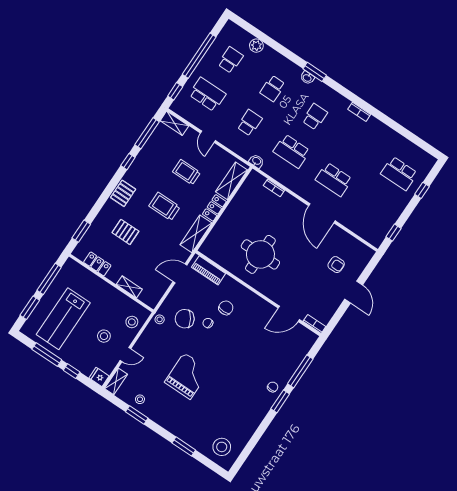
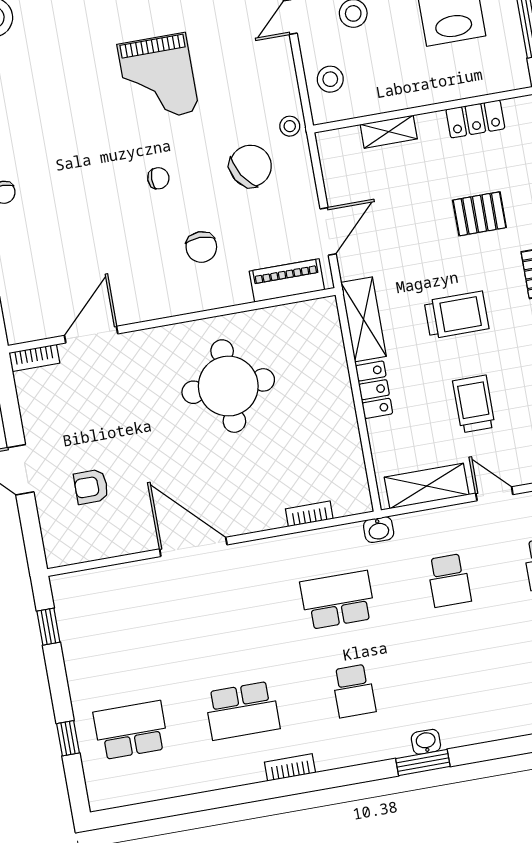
school desk: (273, 88) -> (465, 671), removed
trolley: (186, 172) -> (474, 404), turned -90
school desk: (334, 179) -> (242, 711), moved, turned 180
shelving: (231, 181) -> (427, 486), moved, turned 90
chair: (208, 323) -> (158, 178), moved

